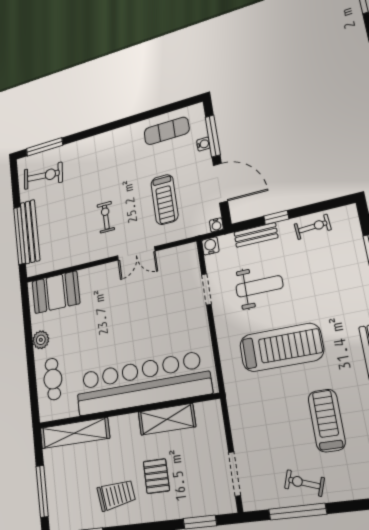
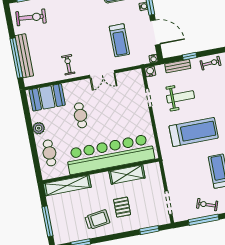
exercise bike: (106, 217) -> (68, 65), moved
cafe table: (101, 319) -> (81, 115), added

